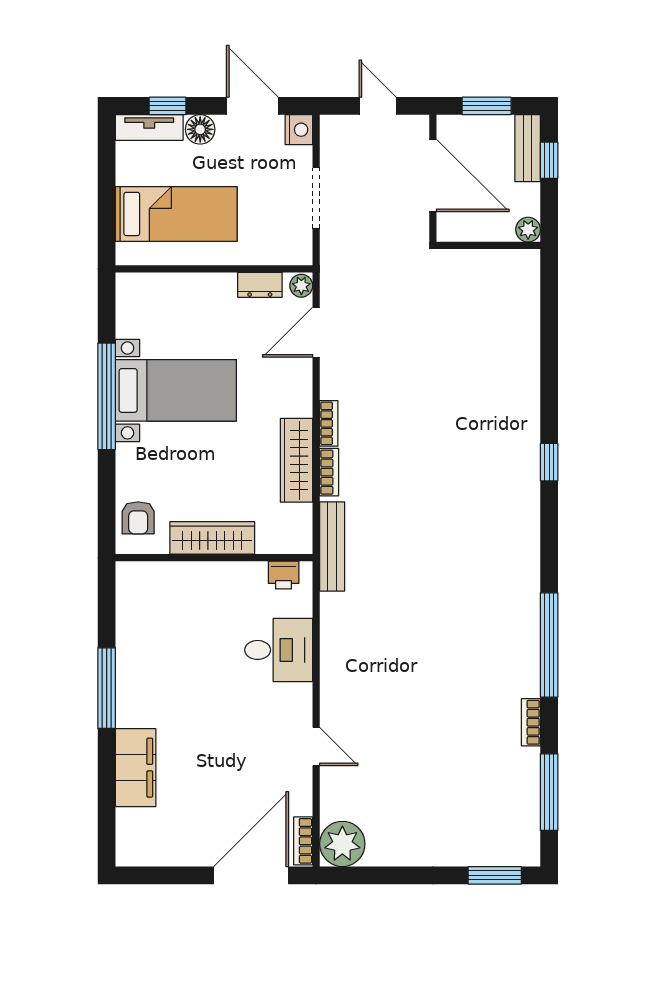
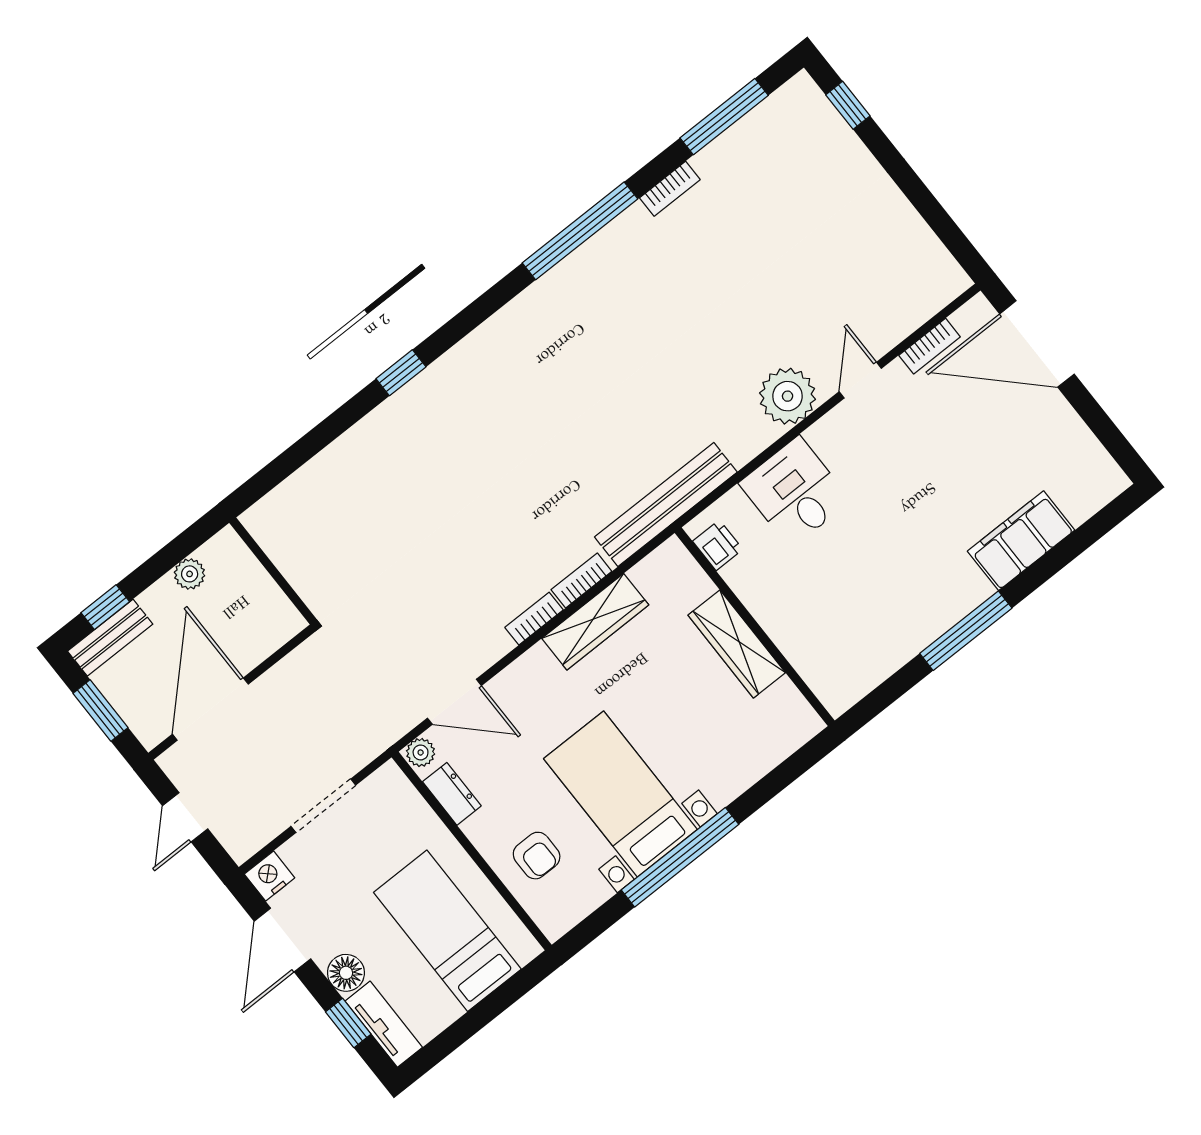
wall: (488, 245) -> (273, 571), moved
armchair: (138, 518) -> (537, 856), moved, turned 90
bench: (332, 546) -> (666, 505), width x1.37, depth x1.21
bookcase: (303, 841) -> (930, 346), moved
plant: (342, 844) -> (788, 396), moved
window: (495, 875) -> (848, 105), width x0.67

